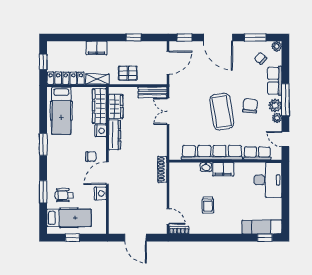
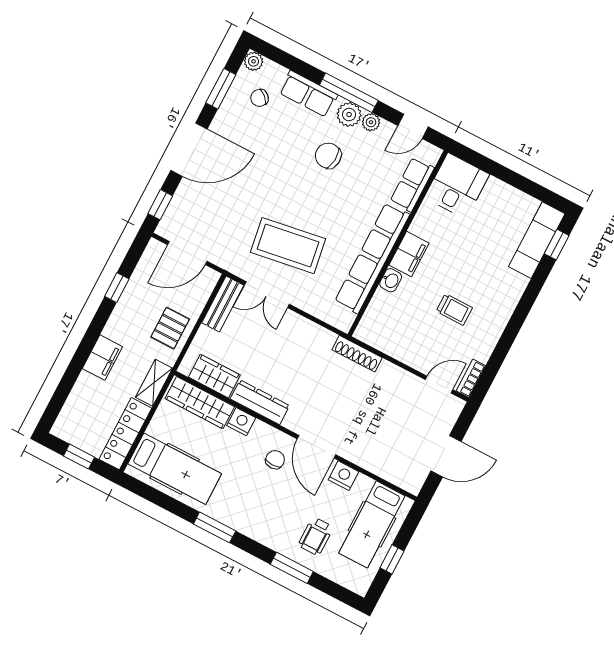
door: (168, 63) -> (187, 253), swing flipped
coffee table: (222, 112) -> (288, 246), moved
desk: (268, 180) -> (457, 186), width x0.73
hospital bed: (69, 218) -> (372, 524), moved, turned 180

